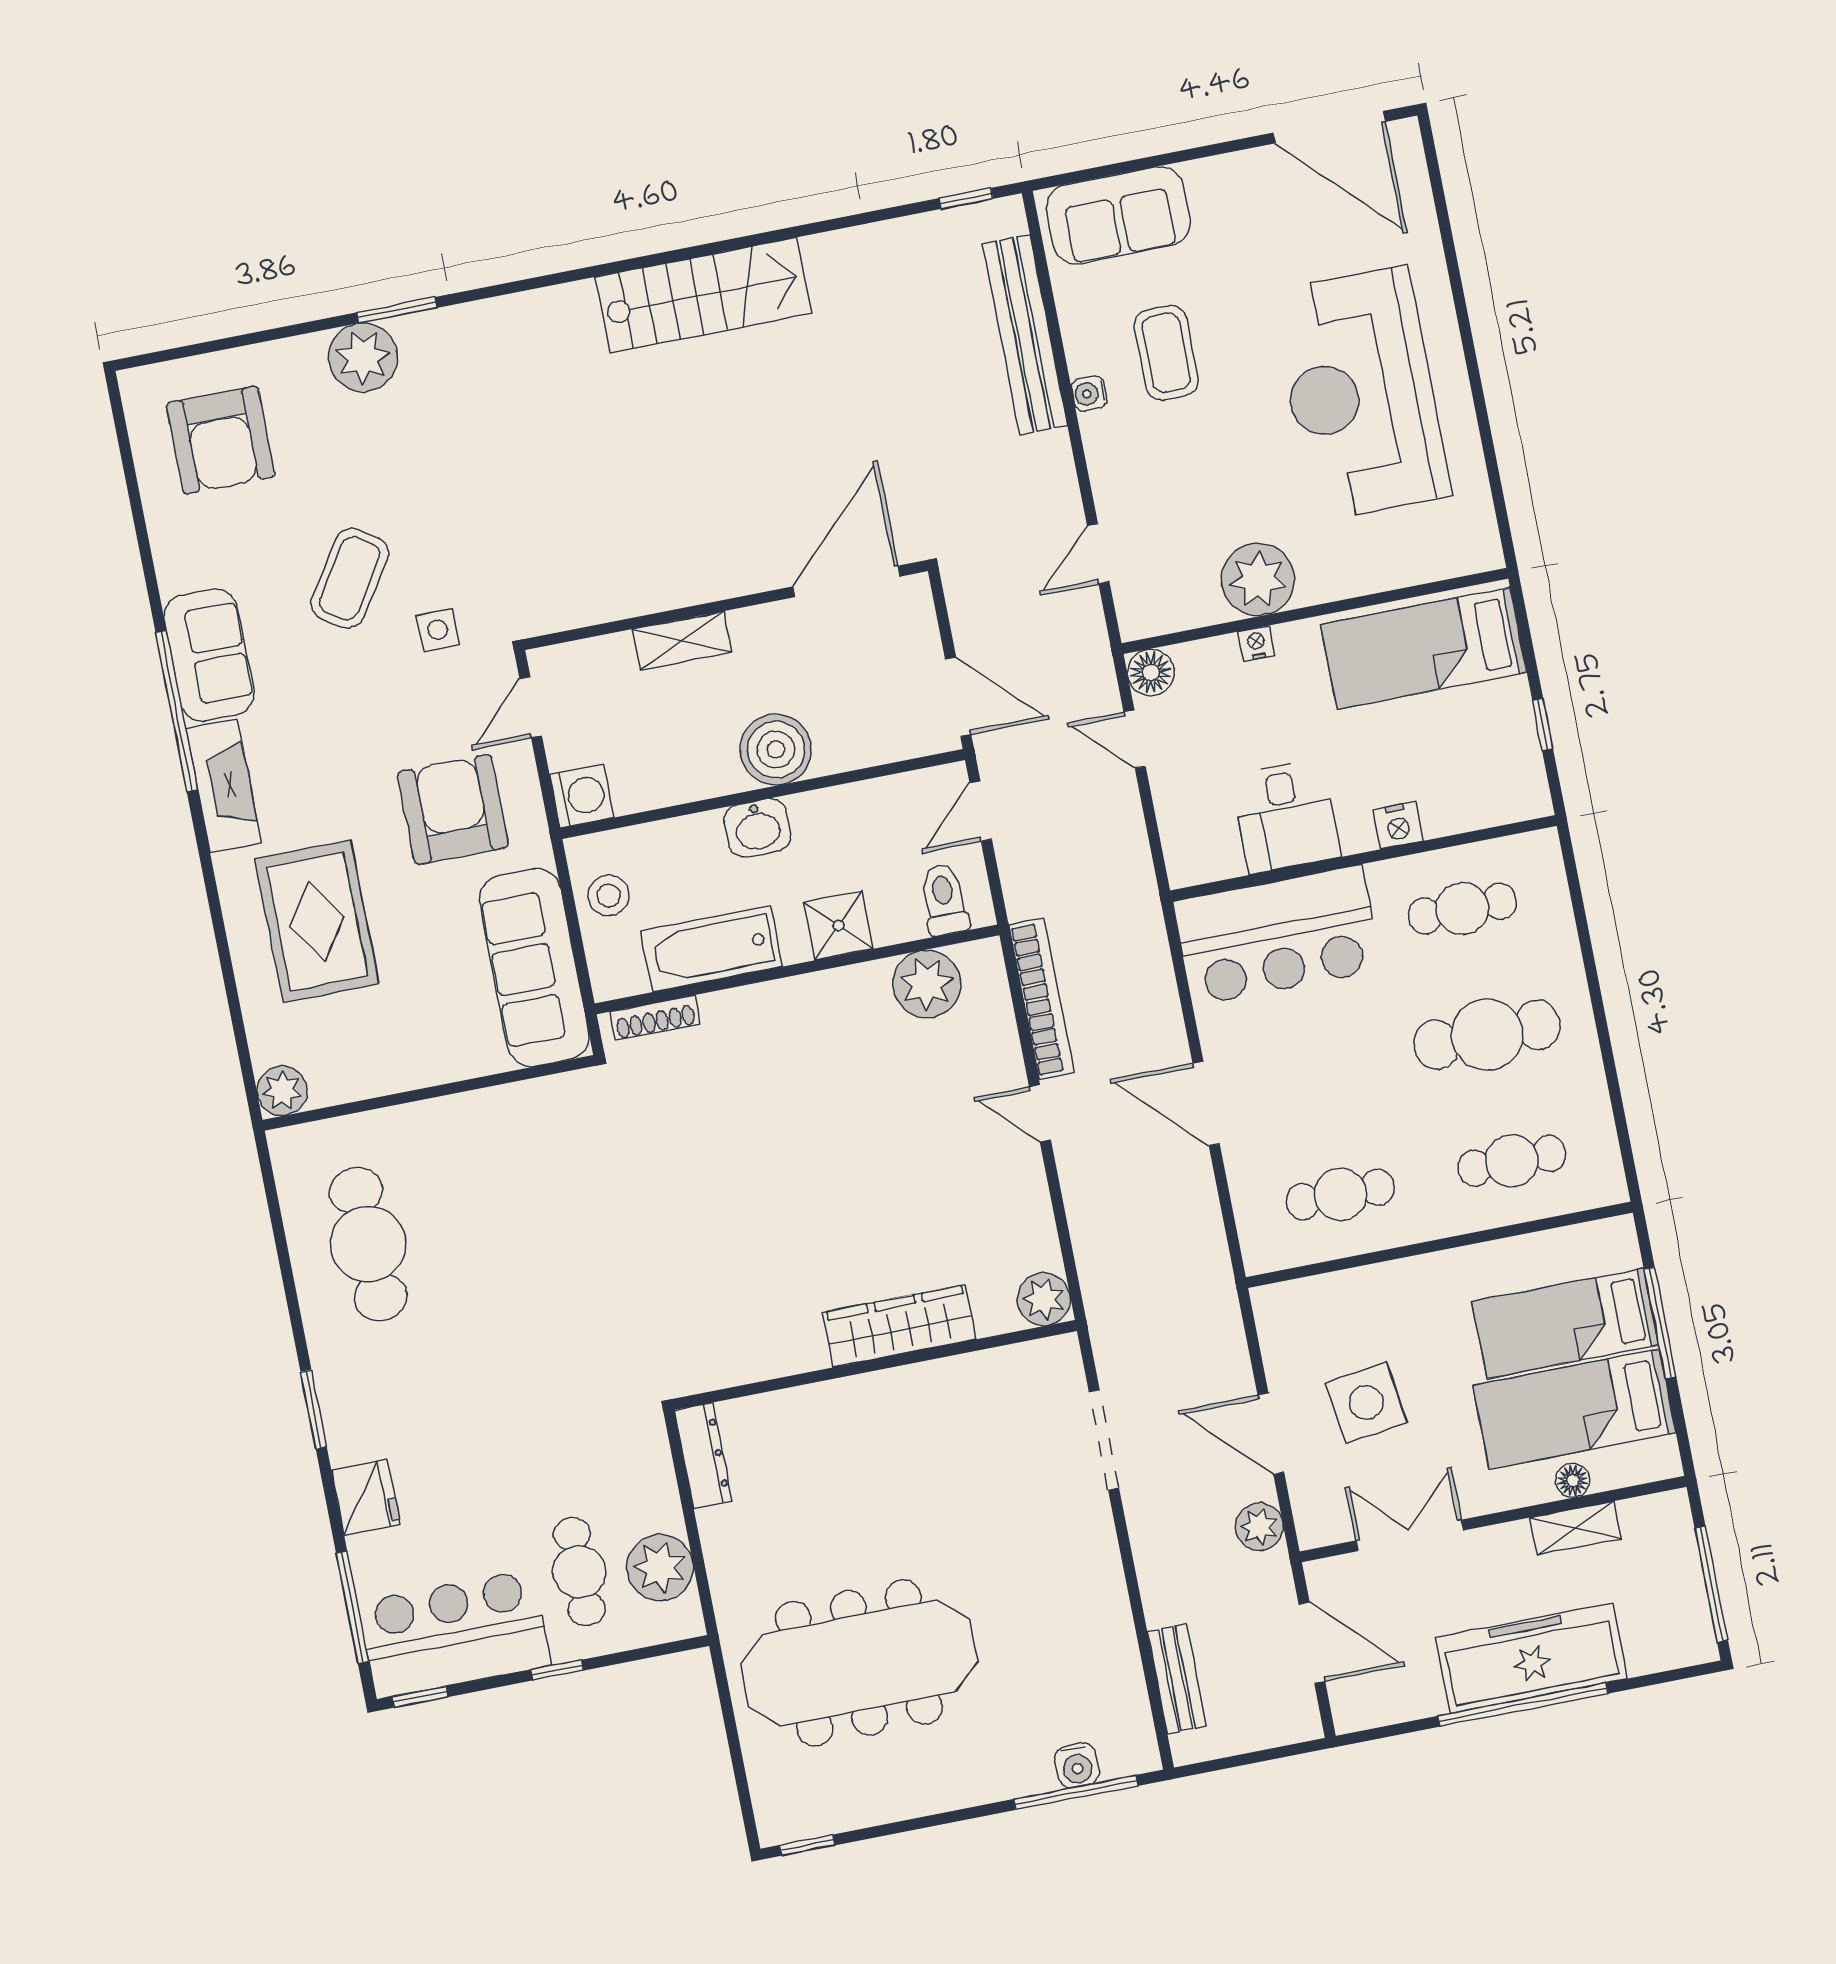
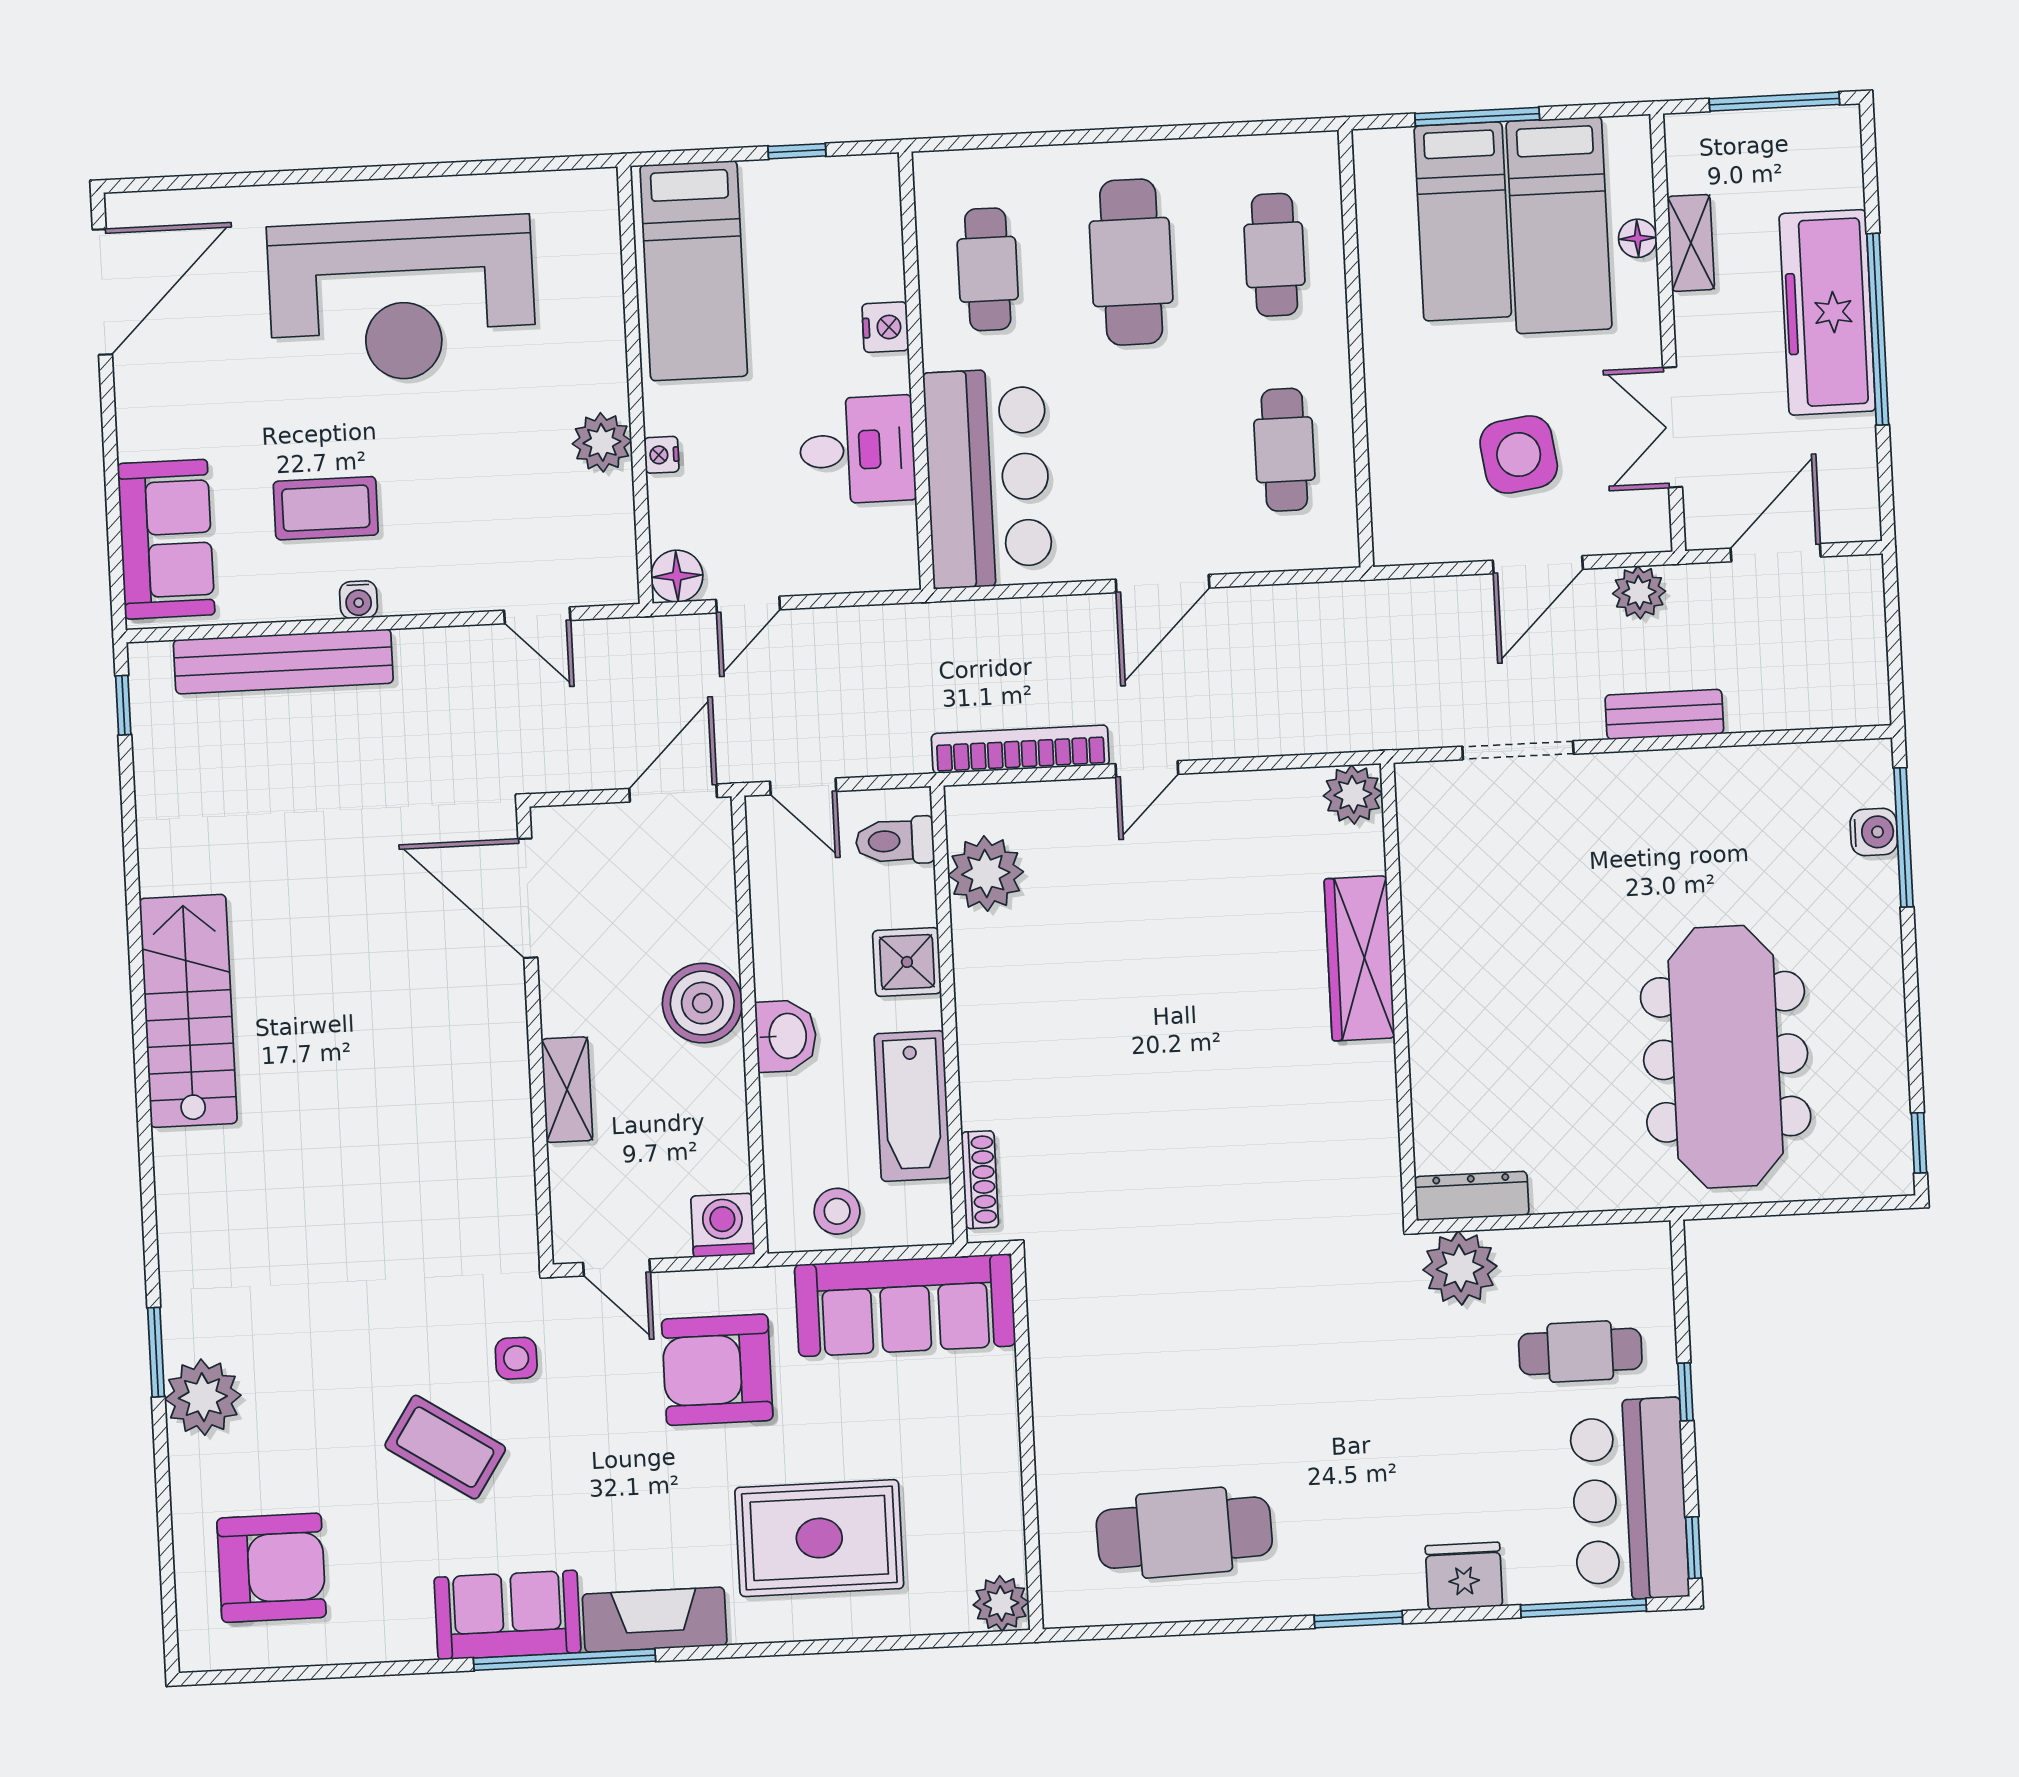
plant: (1258, 579) -> (602, 442), width x0.73, depth x0.73
plant: (660, 1567) -> (1460, 1268), moved
bench: (1177, 1679) -> (1664, 714), moved

